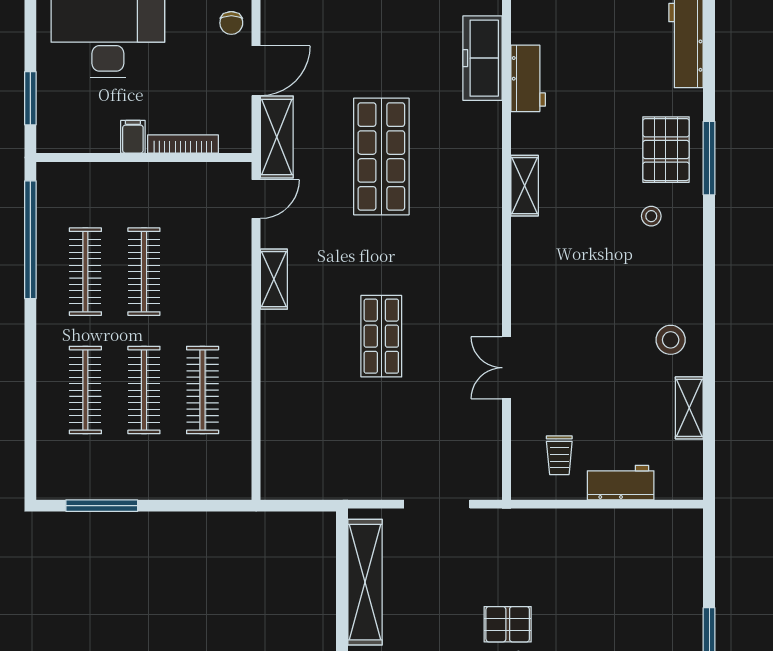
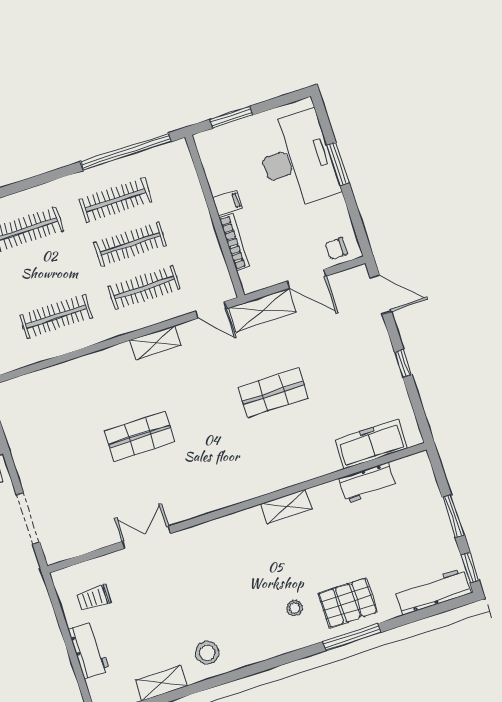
shop shelf: (381, 156) -> (273, 393), width x0.70, depth x0.74
clothes rail: (144, 390) -> (144, 288), moved

